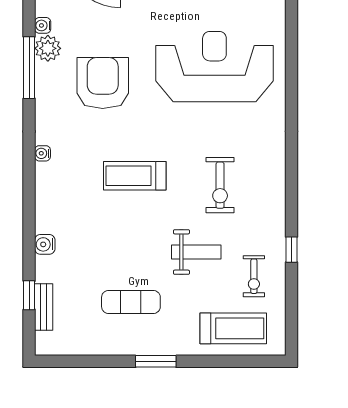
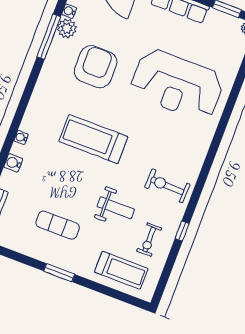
reception desk: (214, 67) -> (177, 85), turned 180
water cooler: (43, 153) -> (21, 138), moved
treadmill: (135, 176) -> (93, 139), width x1.37, depth x1.38
exercise bike: (220, 185) -> (167, 186), moved, turned 92

